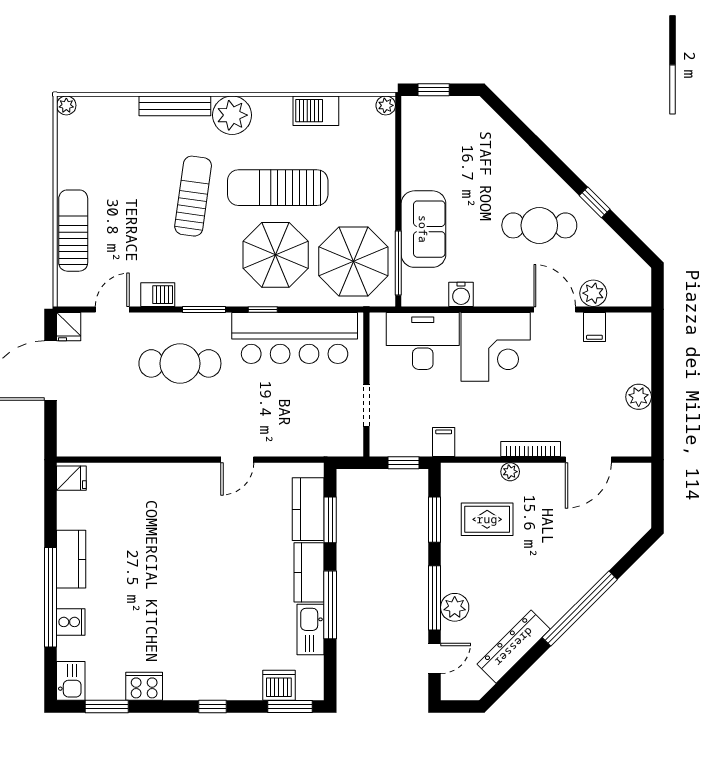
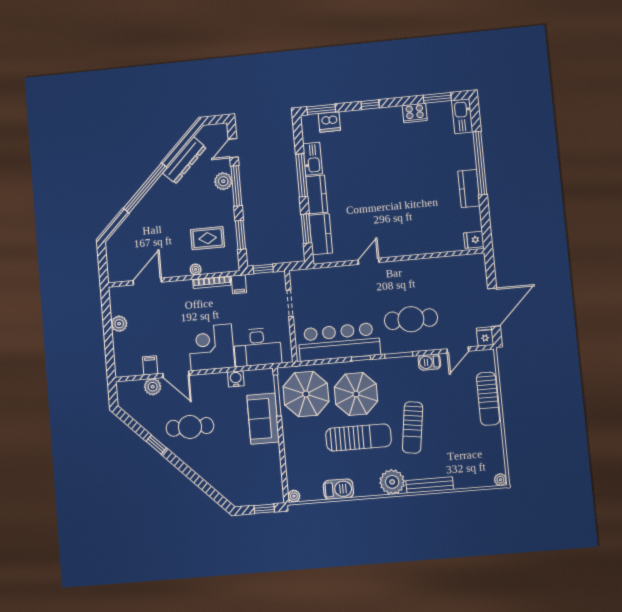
bookcase: (531, 449) -> (212, 282), moved
cooker: (71, 622) -> (465, 149), removed
kitchen sink: (71, 681) -> (462, 116), width x1.38

